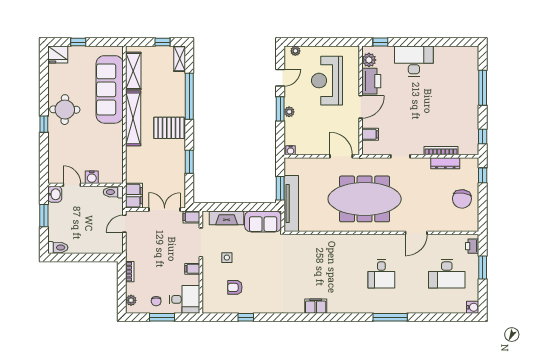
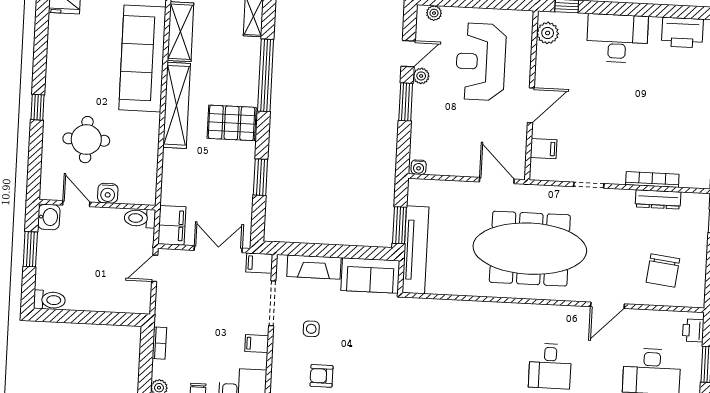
printer: (371, 81) -> (682, 33), moved, turned 90
round table: (65, 110) -> (86, 140), moved
plant: (289, 112) -> (421, 76), moved
chair: (462, 199) -> (663, 271), moved

